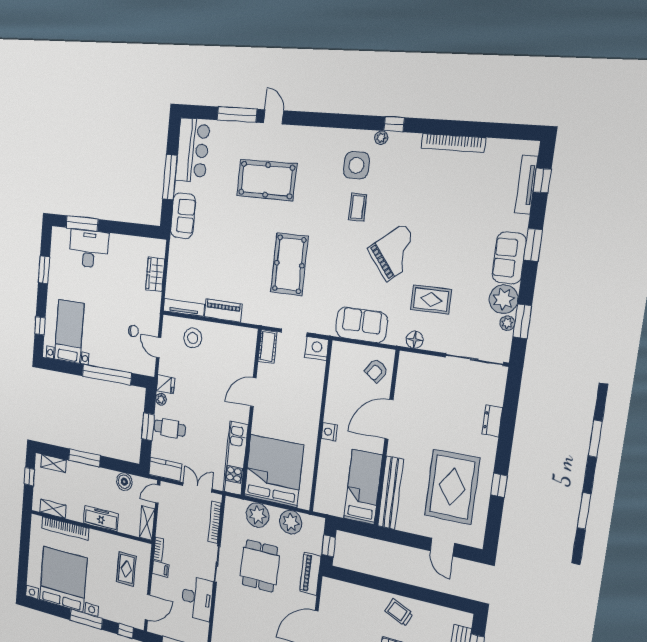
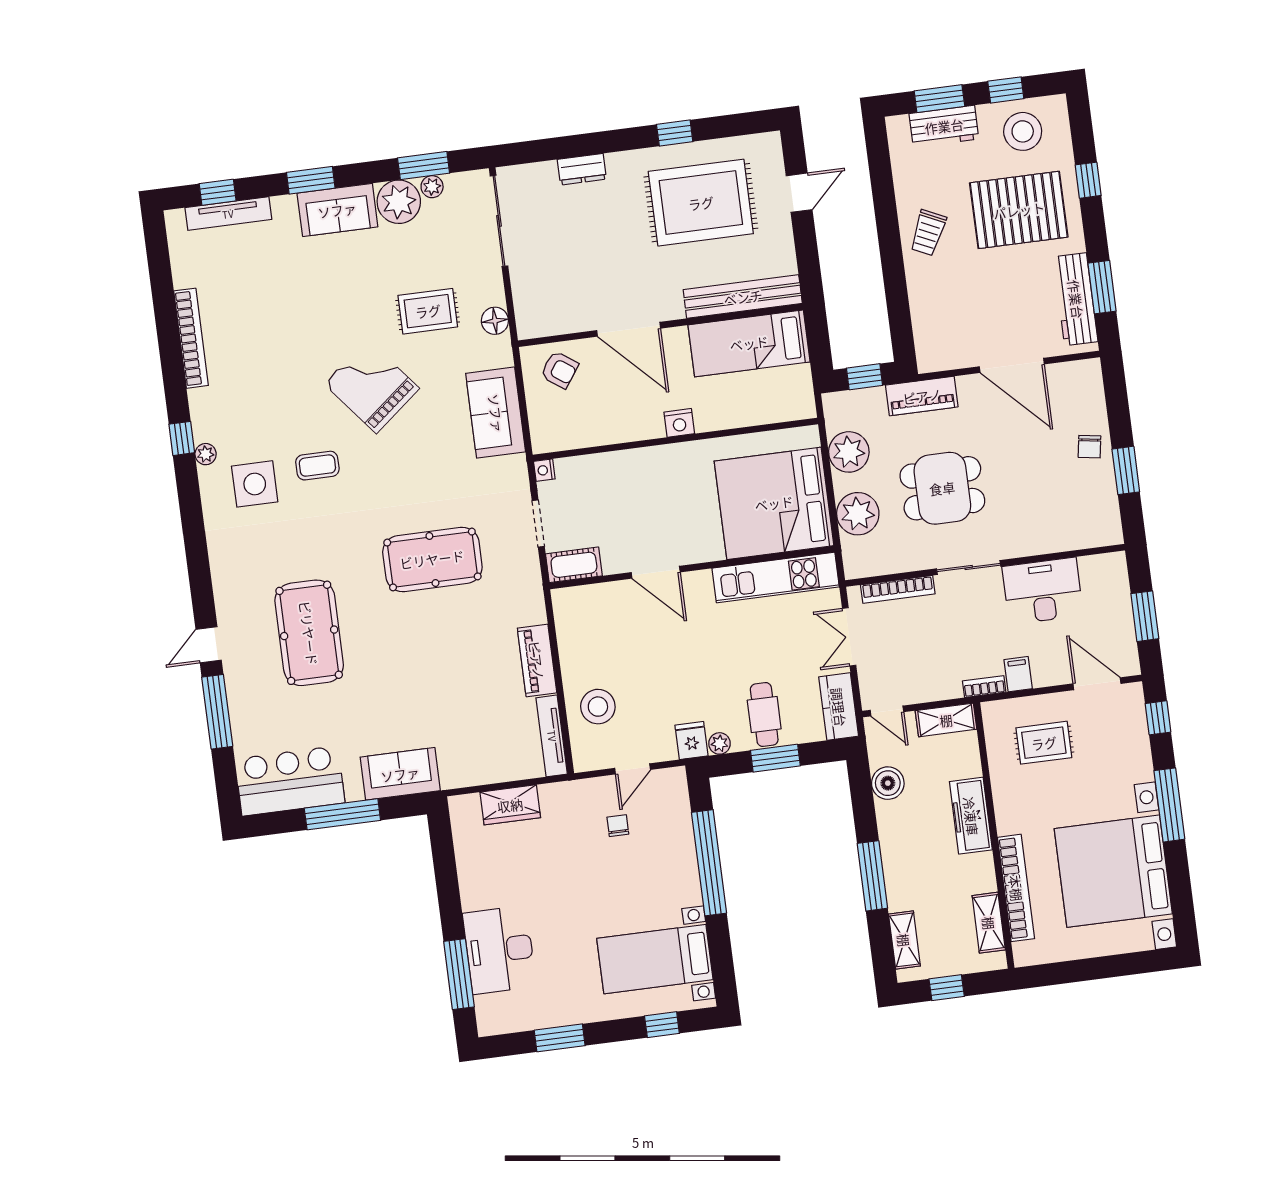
rug: (431, 300) -> (428, 311), turned 90
nightstand: (317, 349) -> (544, 470), width x0.53, depth x0.56

